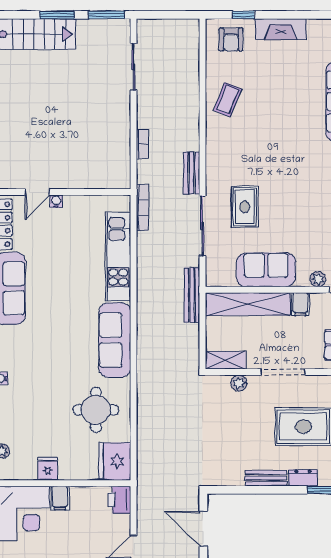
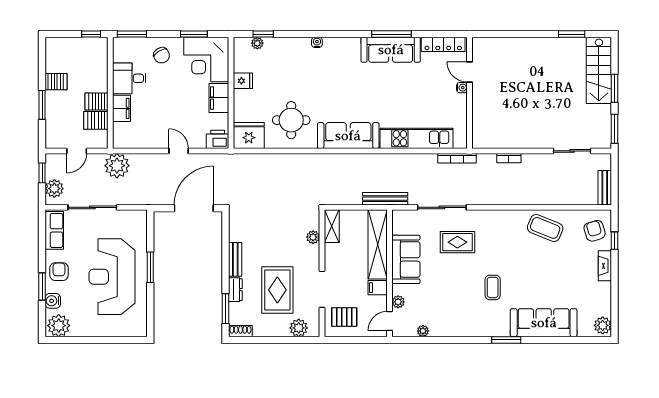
fireplace: (281, 29) -> (605, 266), width x0.73, depth x0.76
armchair: (231, 39) -> (595, 231), turned 73
coffee table: (228, 100) -> (545, 228), width x1.36, depth x1.30
coffee table: (300, 164) -> (493, 287), added
bench: (191, 173) -> (605, 188), moved, turned 90
doorway: (283, 372) -> (322, 289), moved
filing cabinet: (60, 498) -> (219, 98), width x2.00
door: (203, 529) -> (194, 208), width x1.36

